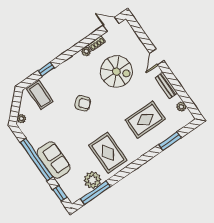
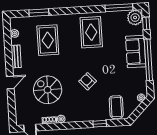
rug: (145, 120) -> (48, 40), turned 90
plant: (92, 180) -> (135, 17), moved

